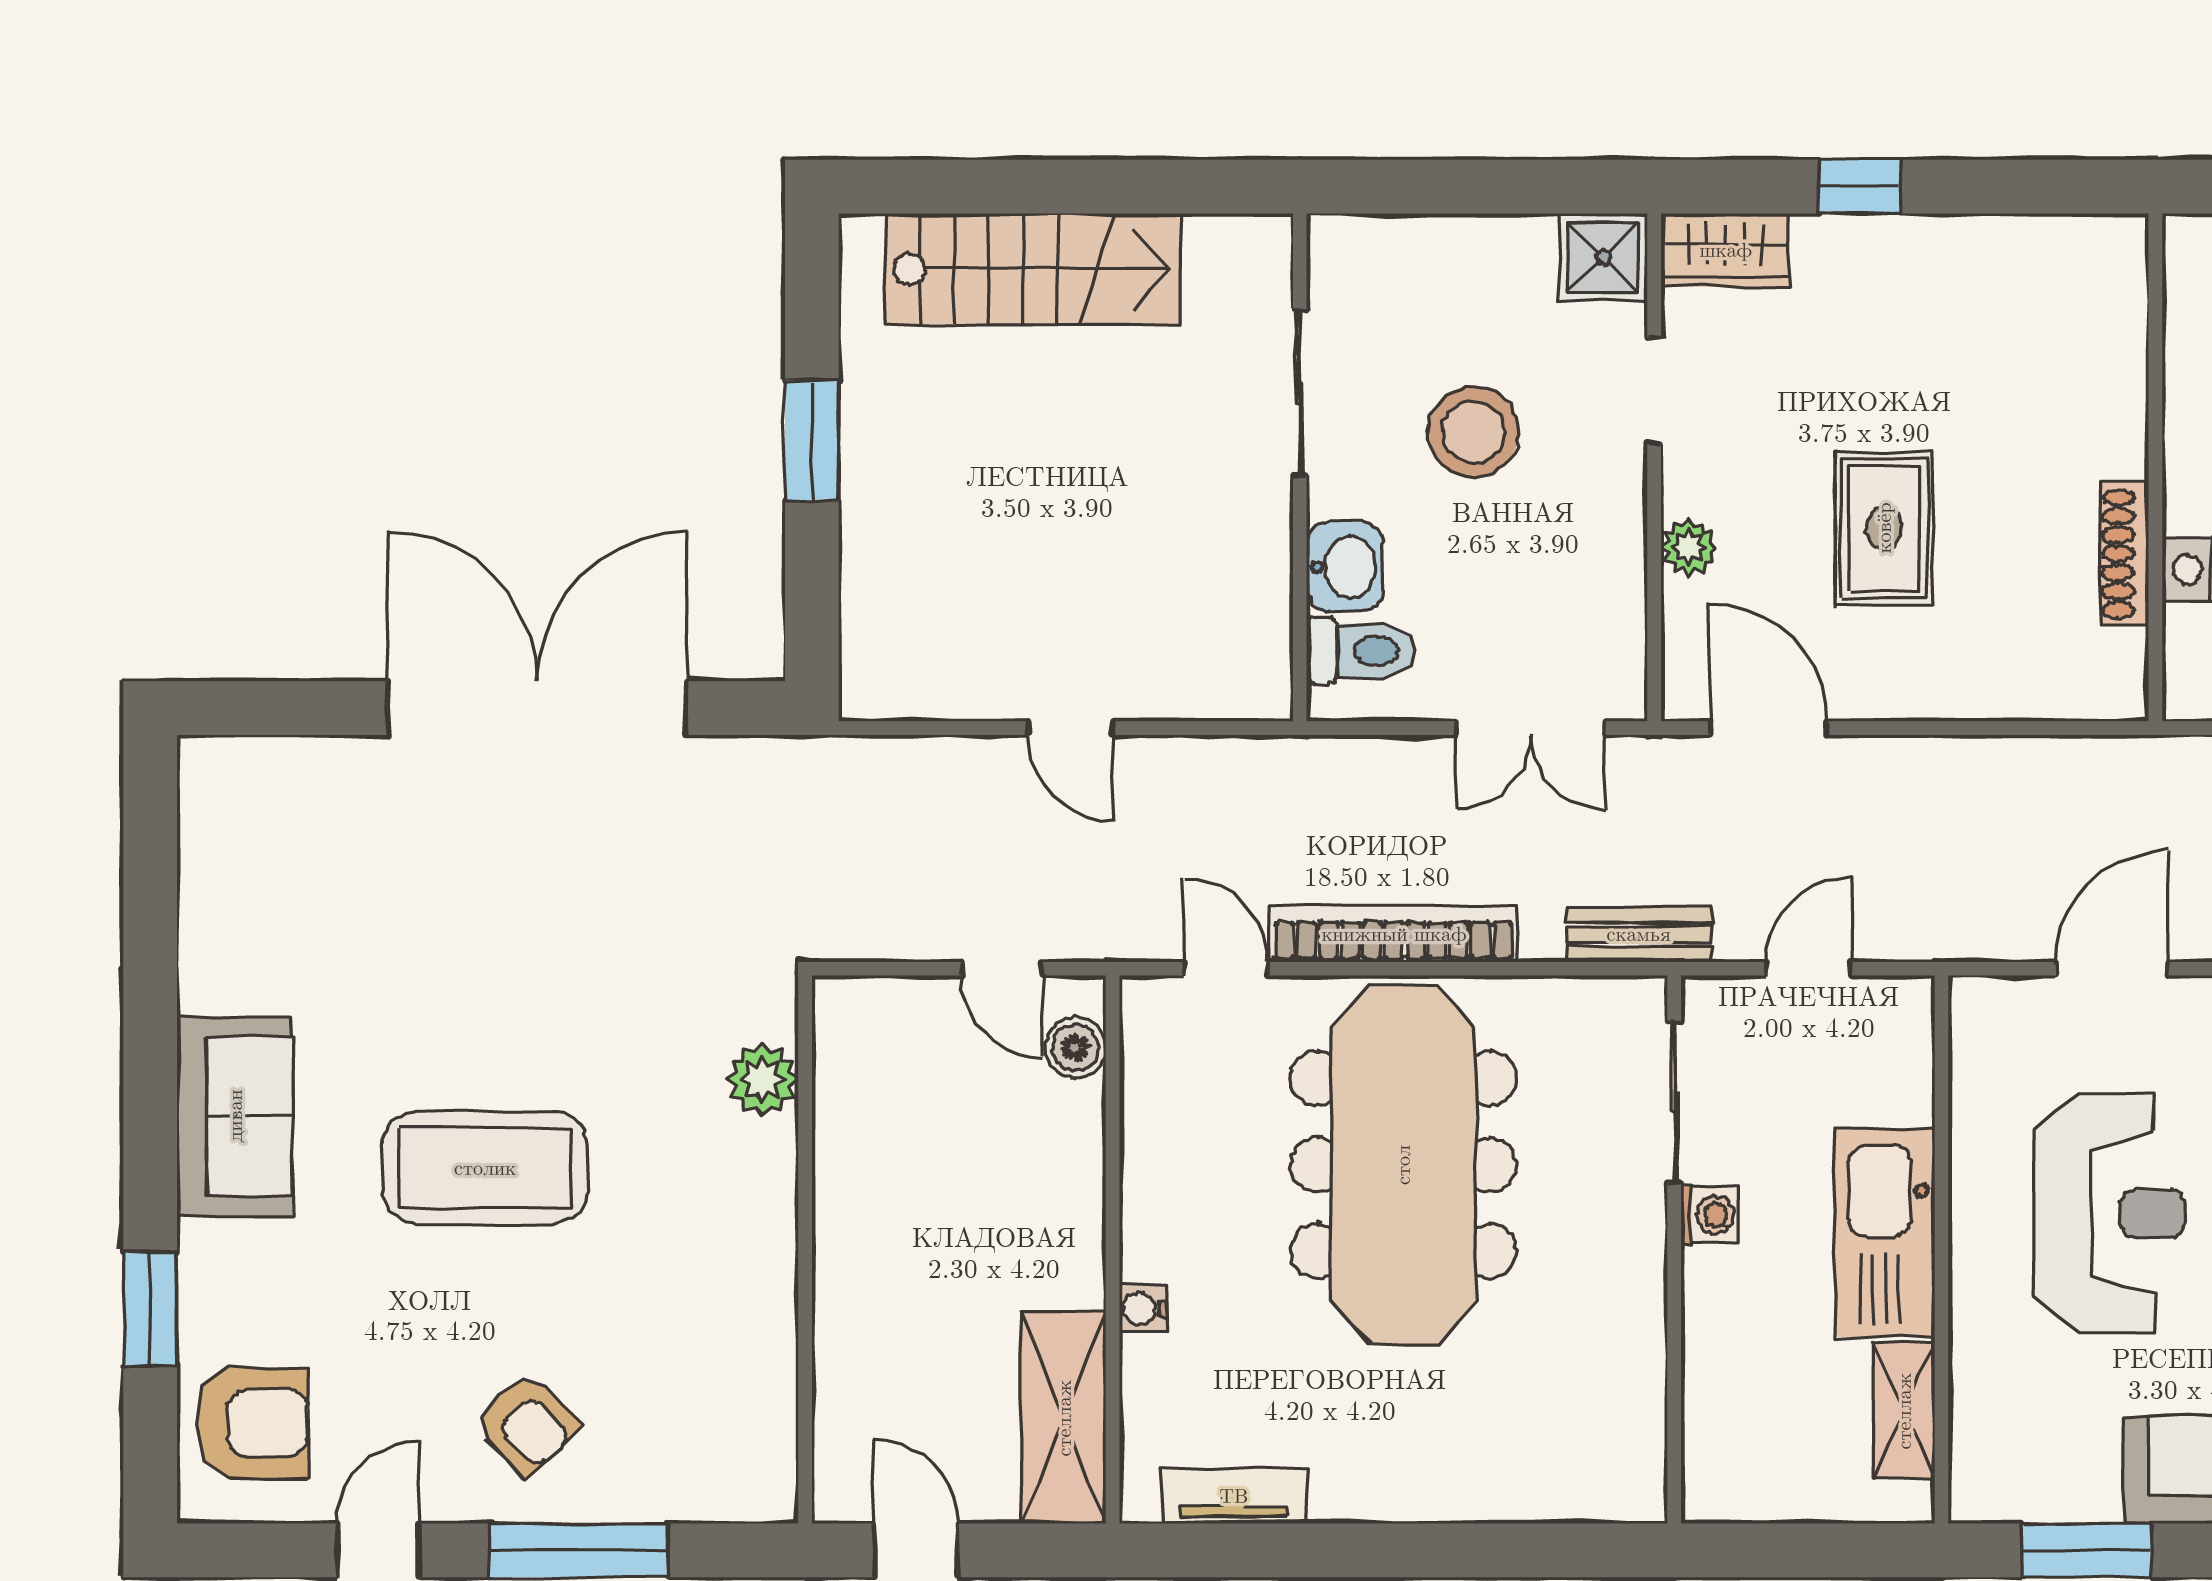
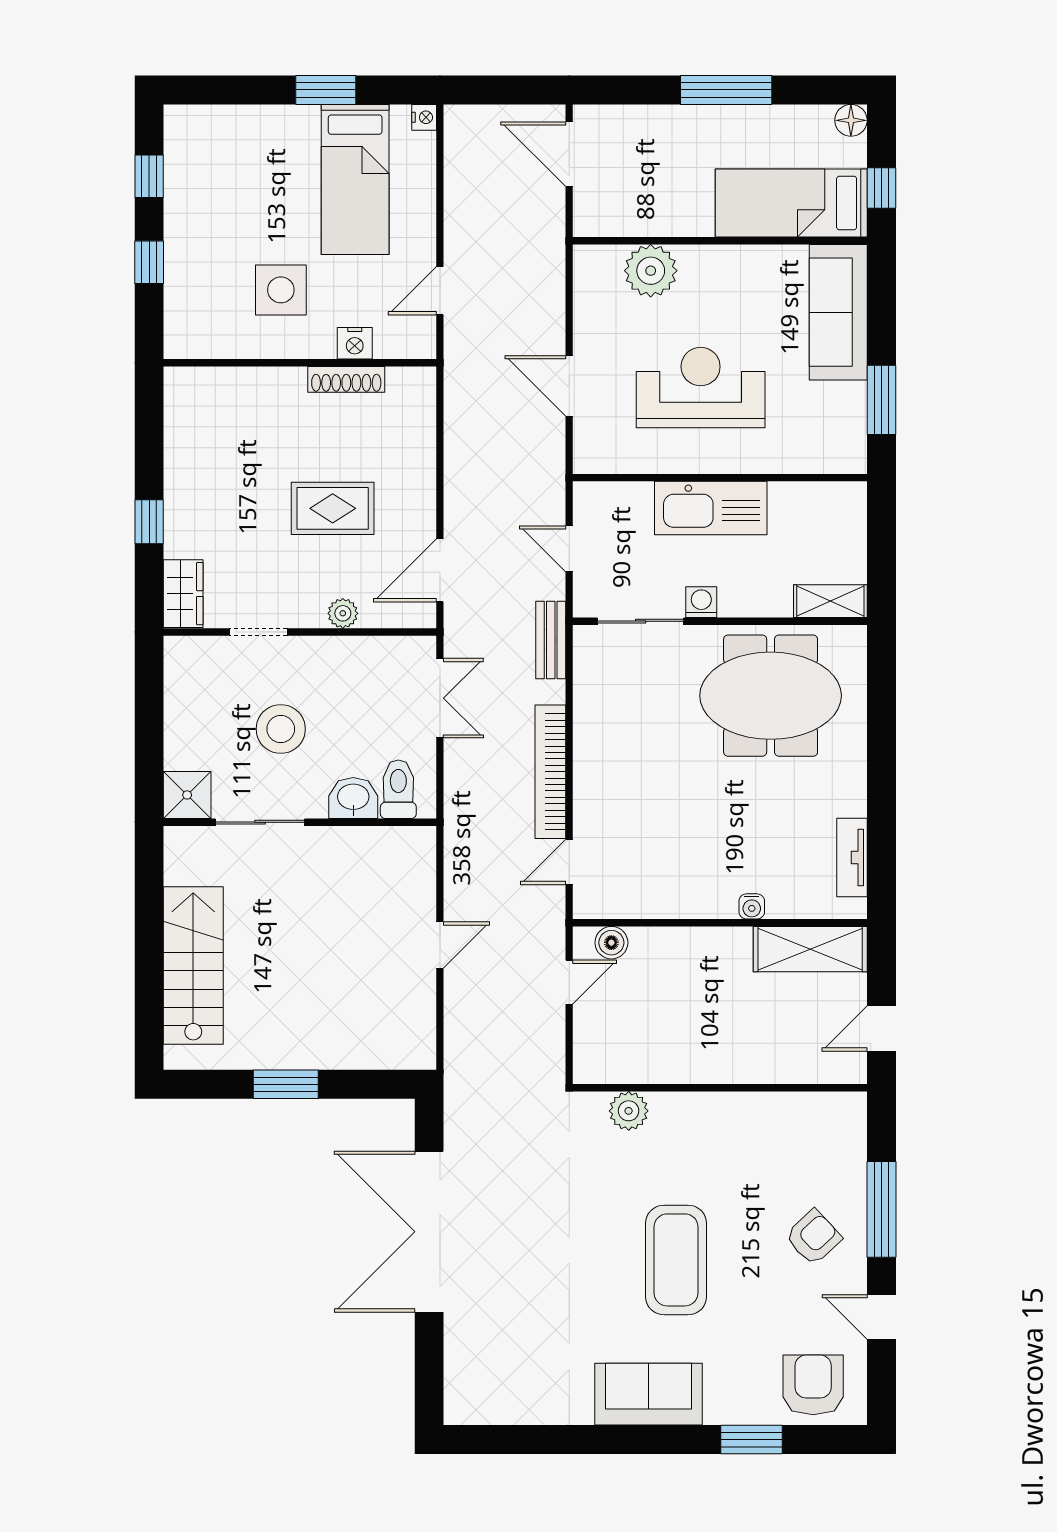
shower: (1603, 257) -> (187, 795), moved
meeting table: (1403, 1165) -> (771, 696), moved, width x0.73
shelving: (1904, 1411) -> (830, 601), moved

